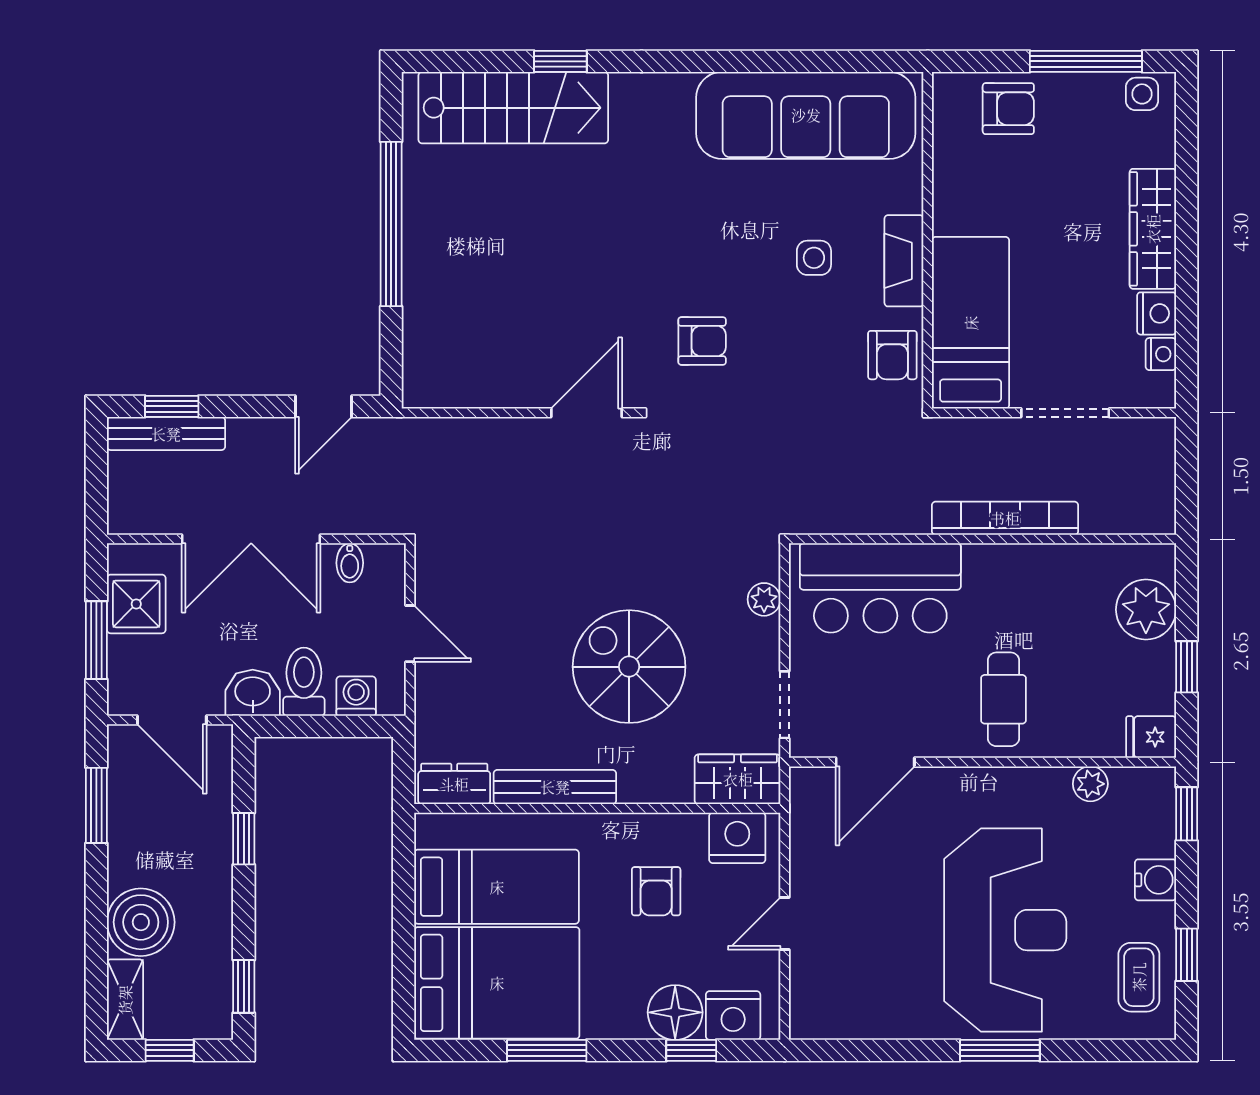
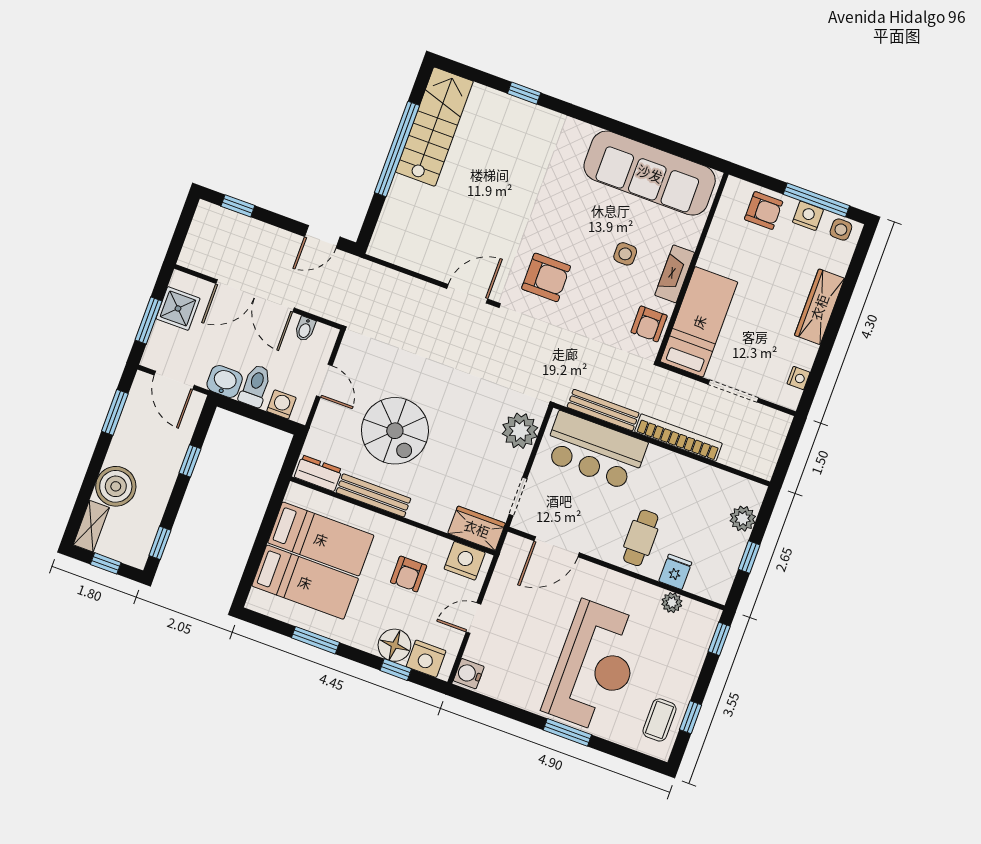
stairs: (513, 108) -> (434, 127), moved, turned -90
nightstand: (1157, 313) -> (808, 216), moved, turned -90
armchair: (702, 341) -> (546, 277), width x1.38, depth x1.38
bench: (166, 434) -> (603, 410), moved
plant: (764, 599) -> (520, 431), width x1.88, depth x1.88
plant: (1146, 610) -> (743, 519), width x0.73, depth x0.73
spiral stairs: (629, 667) -> (395, 431), moved, turned 180
fridge: (1151, 737) -> (675, 572), moved, turned 90
water cooler: (1155, 880) -> (469, 674), moved, turned 180
bed: (497, 983) -> (305, 582), width x0.67

